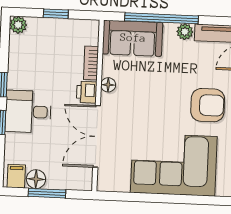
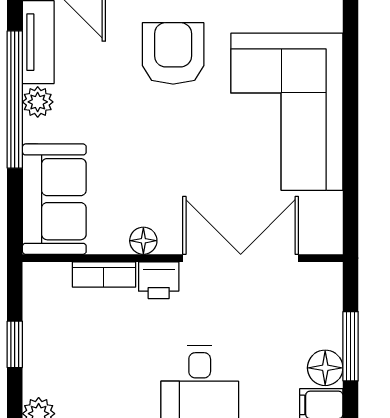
window: (161, 18) -> (15, 100), moved
double door: (97, 136) -> (241, 258), swing flipped

